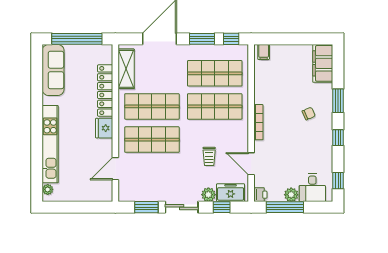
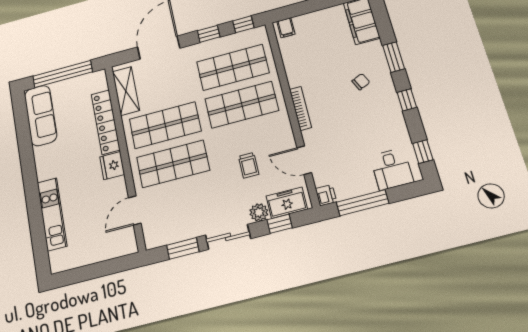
window: (202, 39) -> (209, 34), width x0.67
kitchen unit: (50, 144) -> (52, 214), width x0.73
plant: (48, 189) -> (55, 258), removed
plant: (291, 195) -> (366, 185), removed

